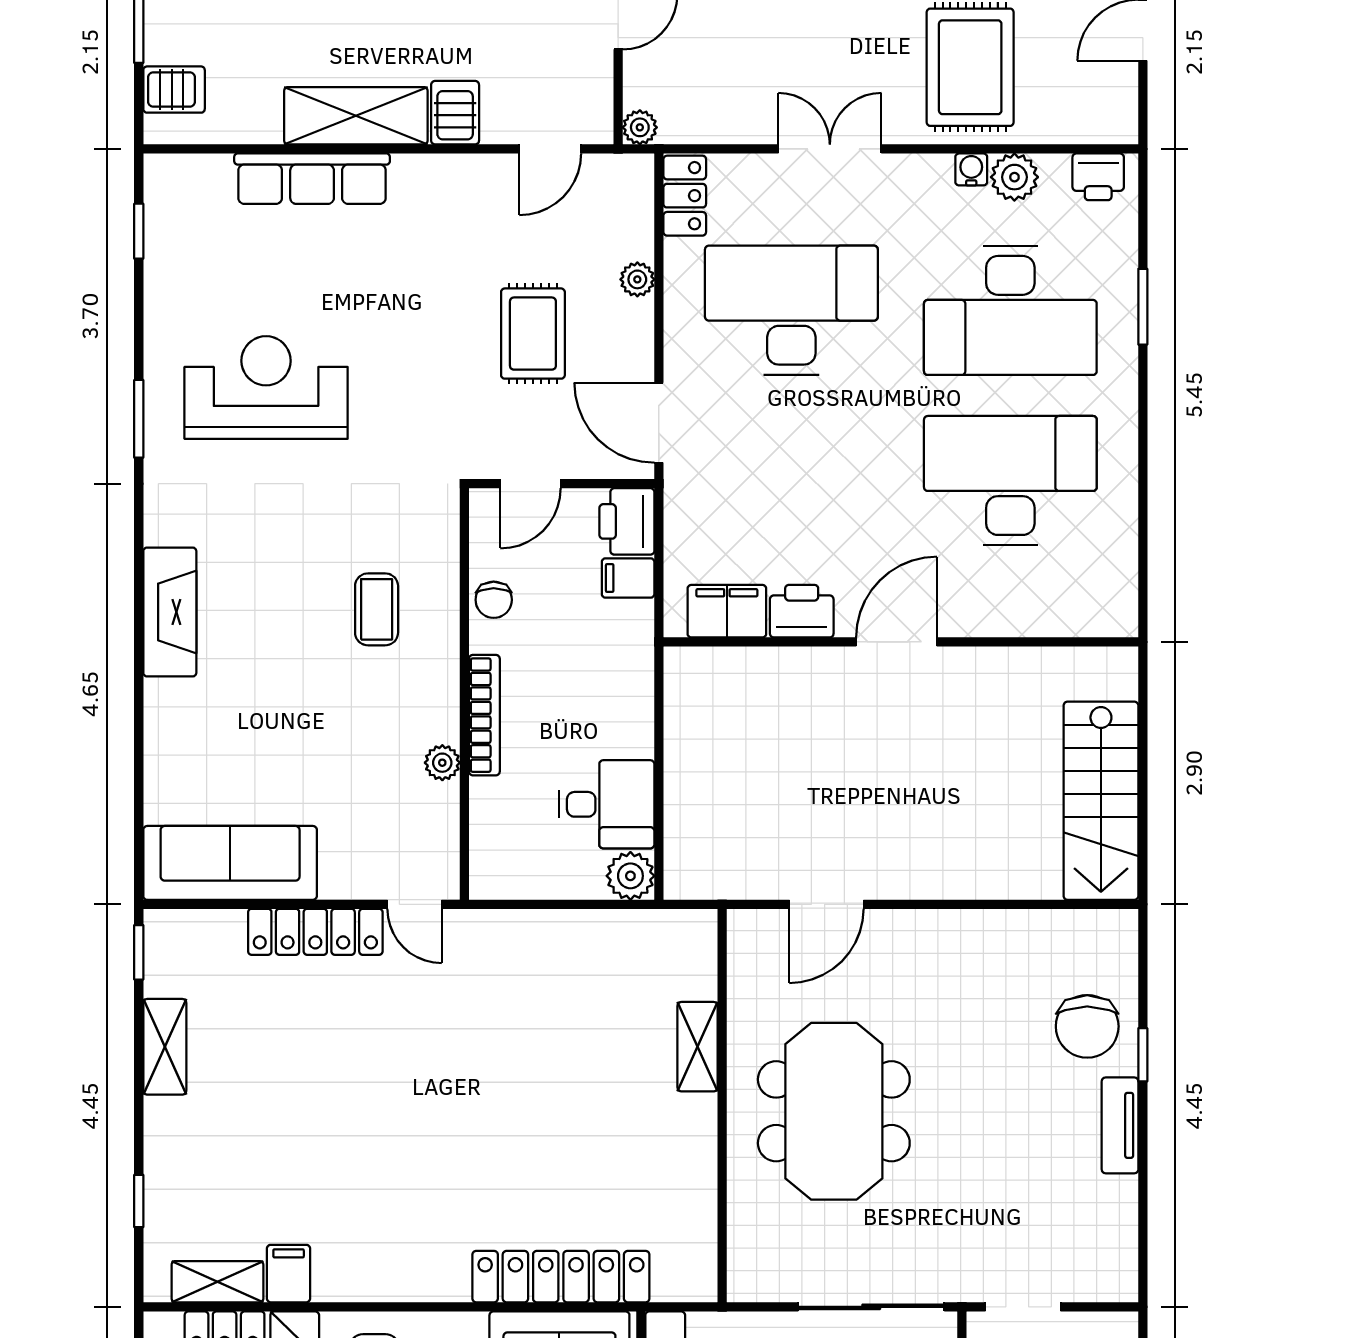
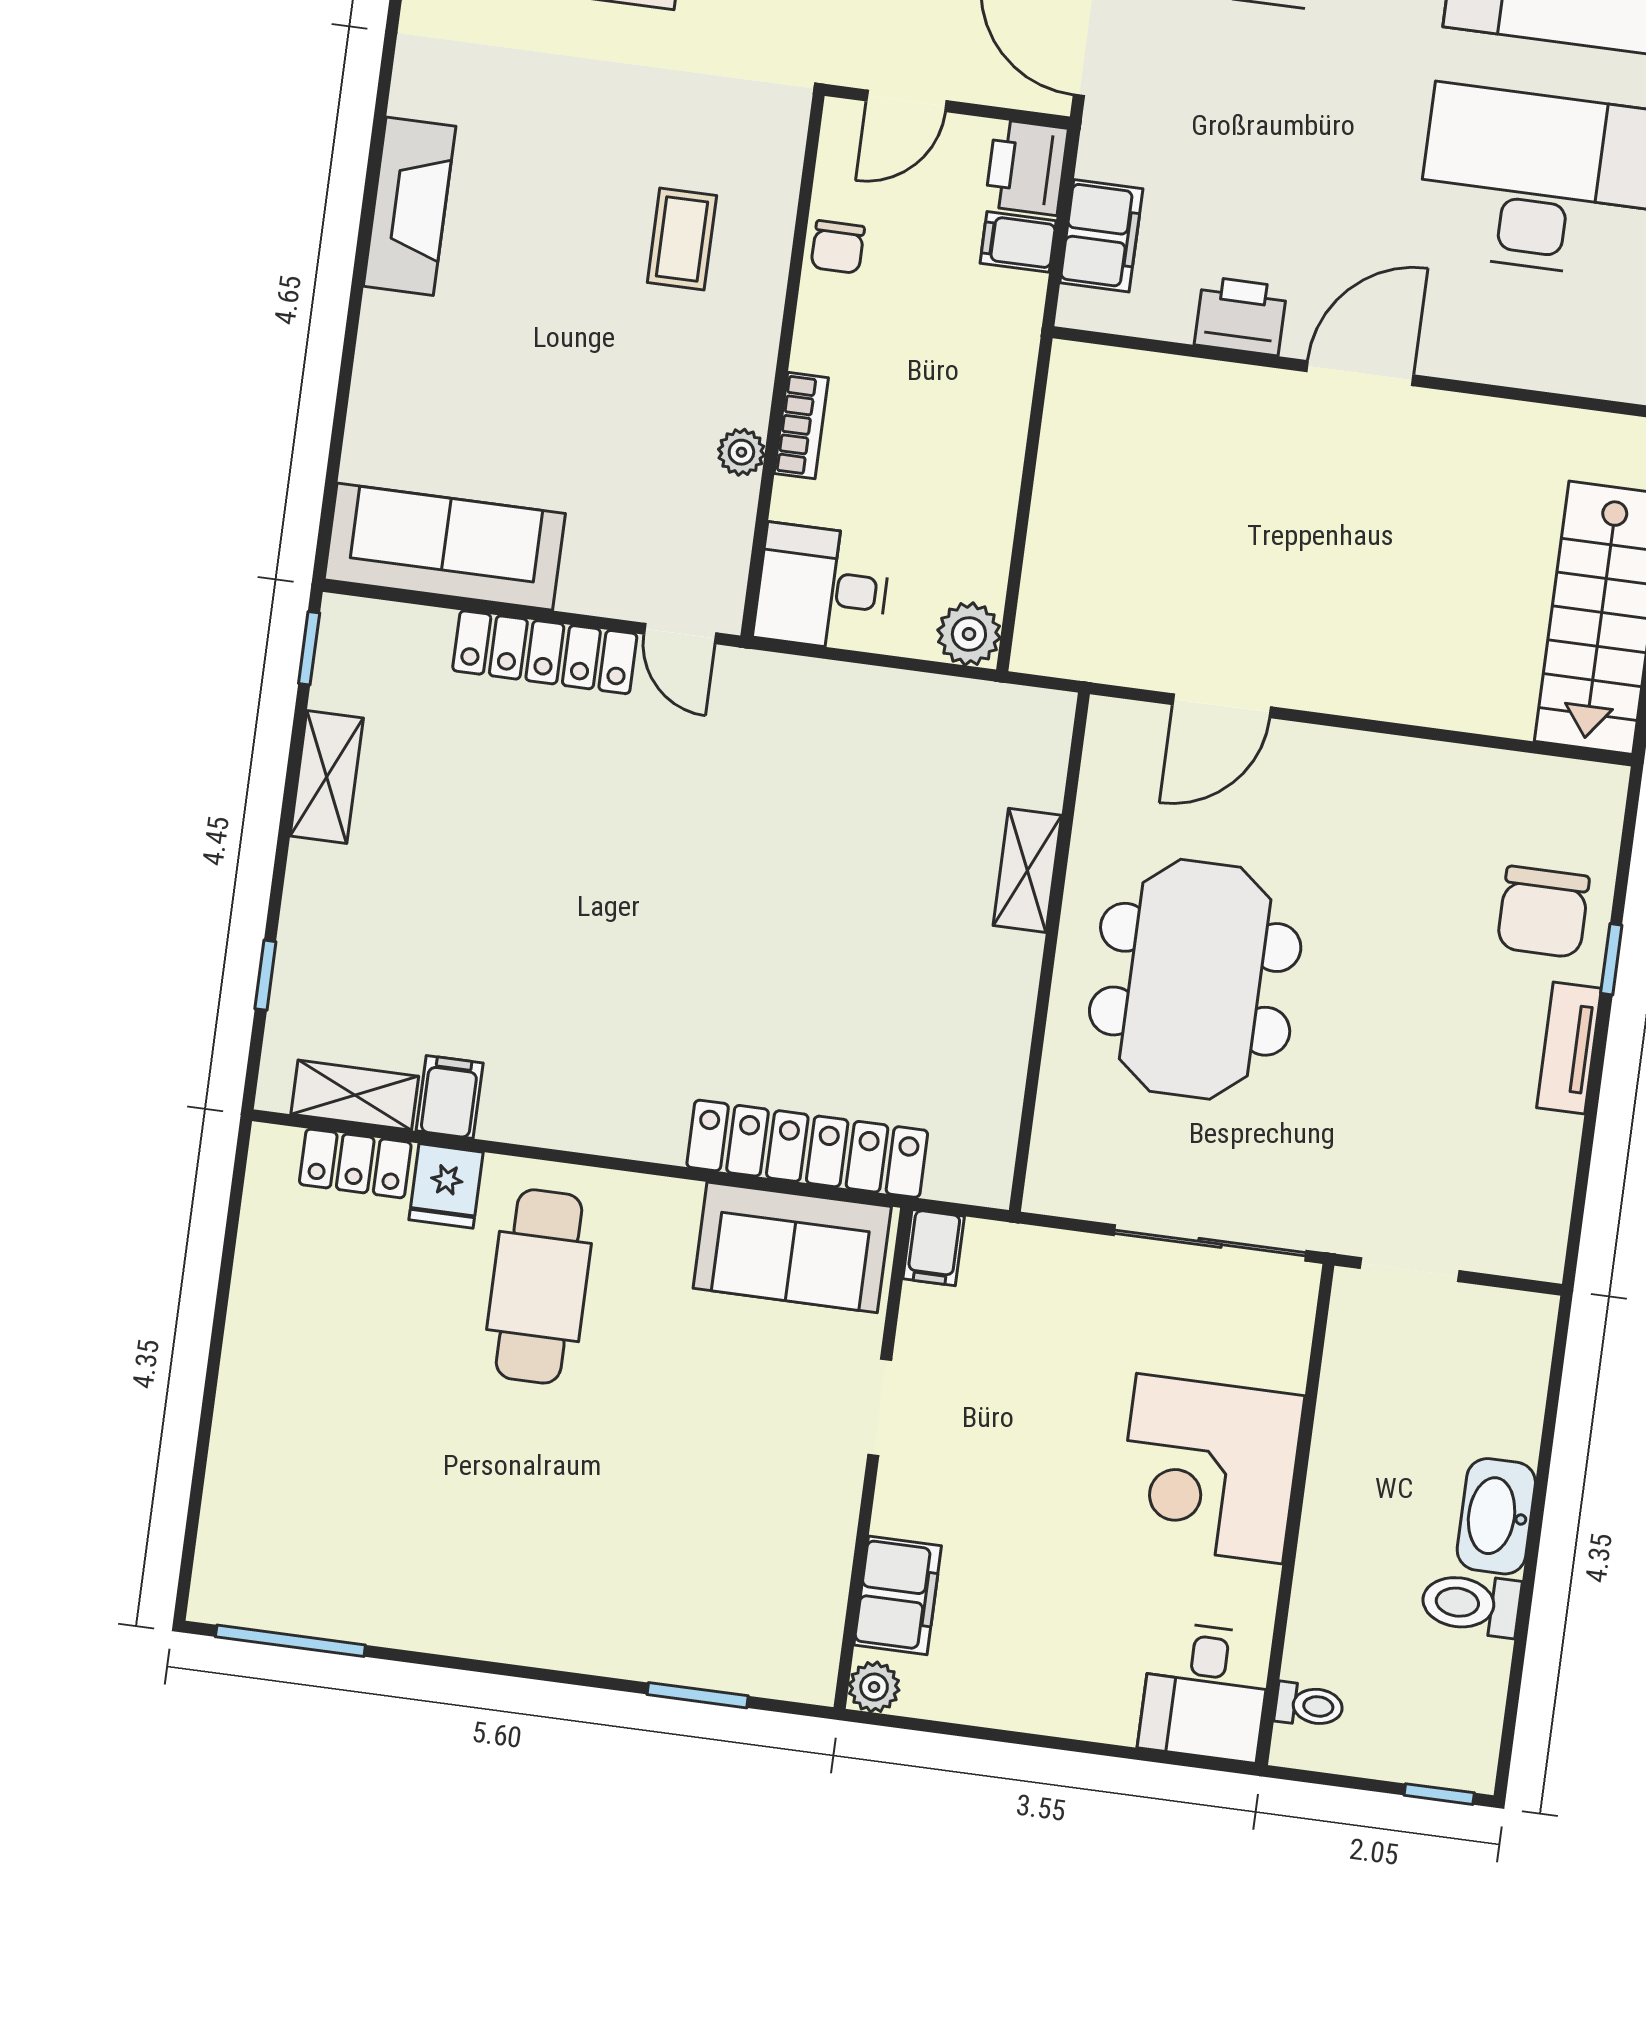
filing cabinet: (727, 611) -> (1101, 236), moved, turned 90
bookcase: (484, 715) -> (801, 426), width x0.64
desk: (607, 804) -> (823, 588), moved, turned 180

